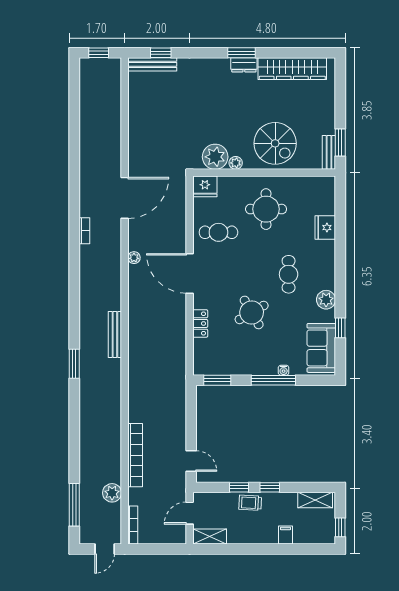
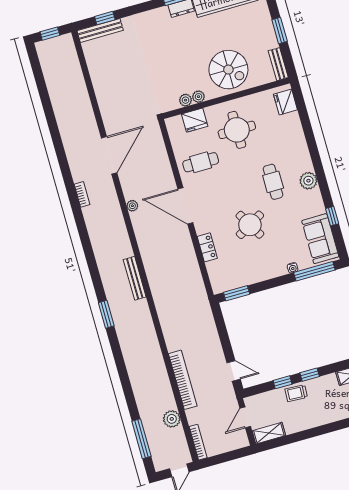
window: (340, 143) -> (280, 30), moved
plant: (215, 157) -> (185, 100), width x0.53, depth x0.53
fridge: (205, 186) -> (195, 120), moved
fridge: (325, 228) -> (285, 102), moved
plant: (326, 300) -> (308, 181), moved
window: (273, 380) -> (314, 271), moved
filing cabinet: (285, 535) -> (335, 413), removed

